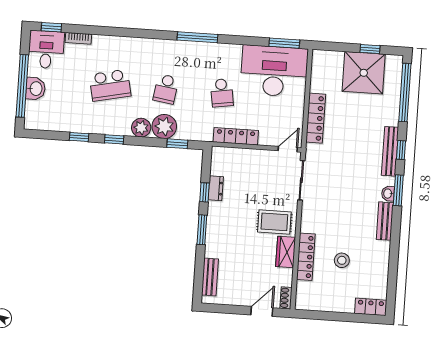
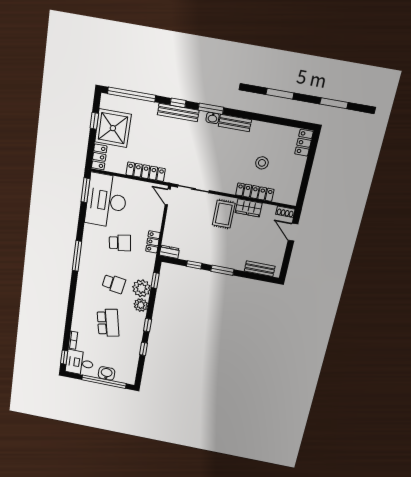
locker: (327, 58) -> (99, 157), added
locker: (236, 136) -> (153, 242), width x0.66
dresser: (216, 188) -> (169, 252), moved

